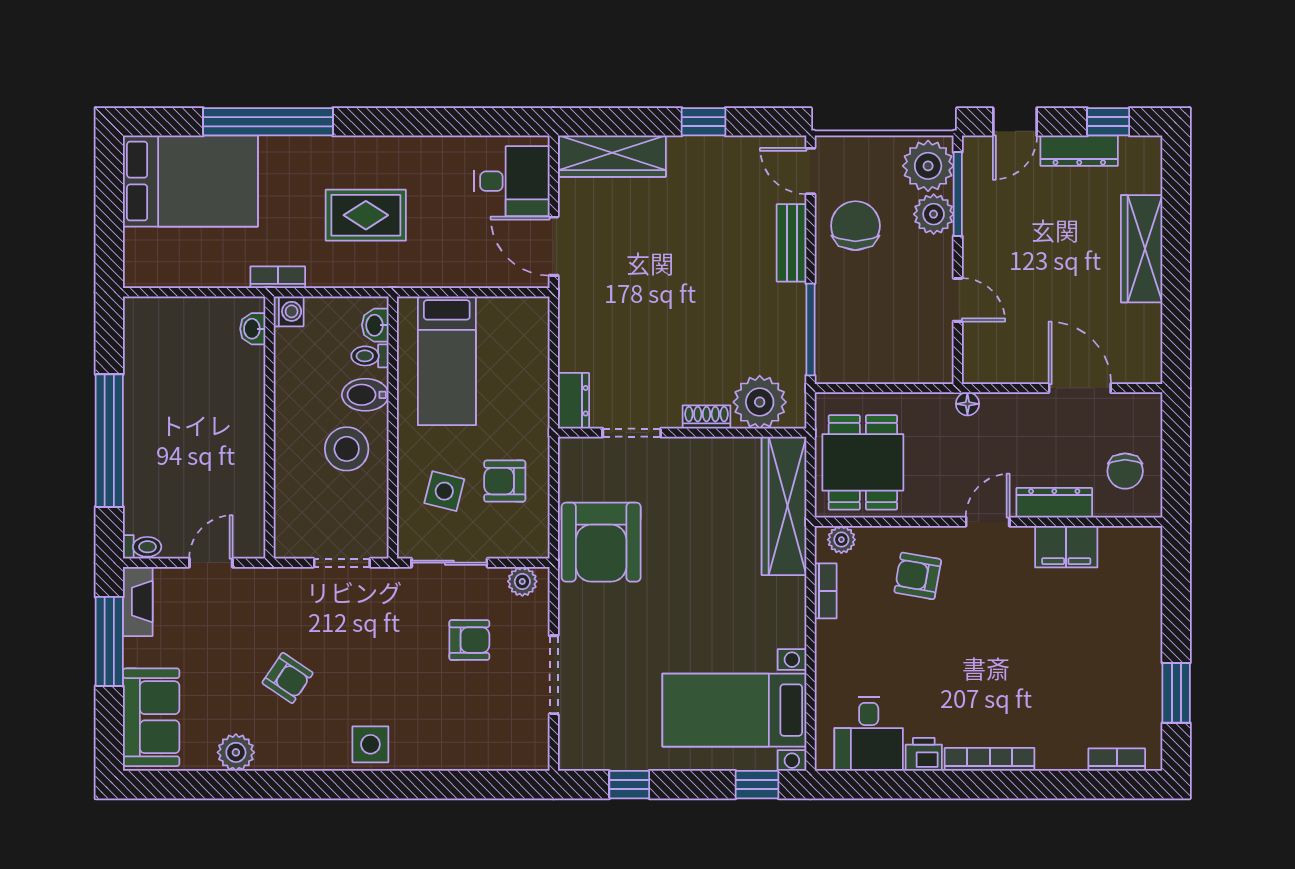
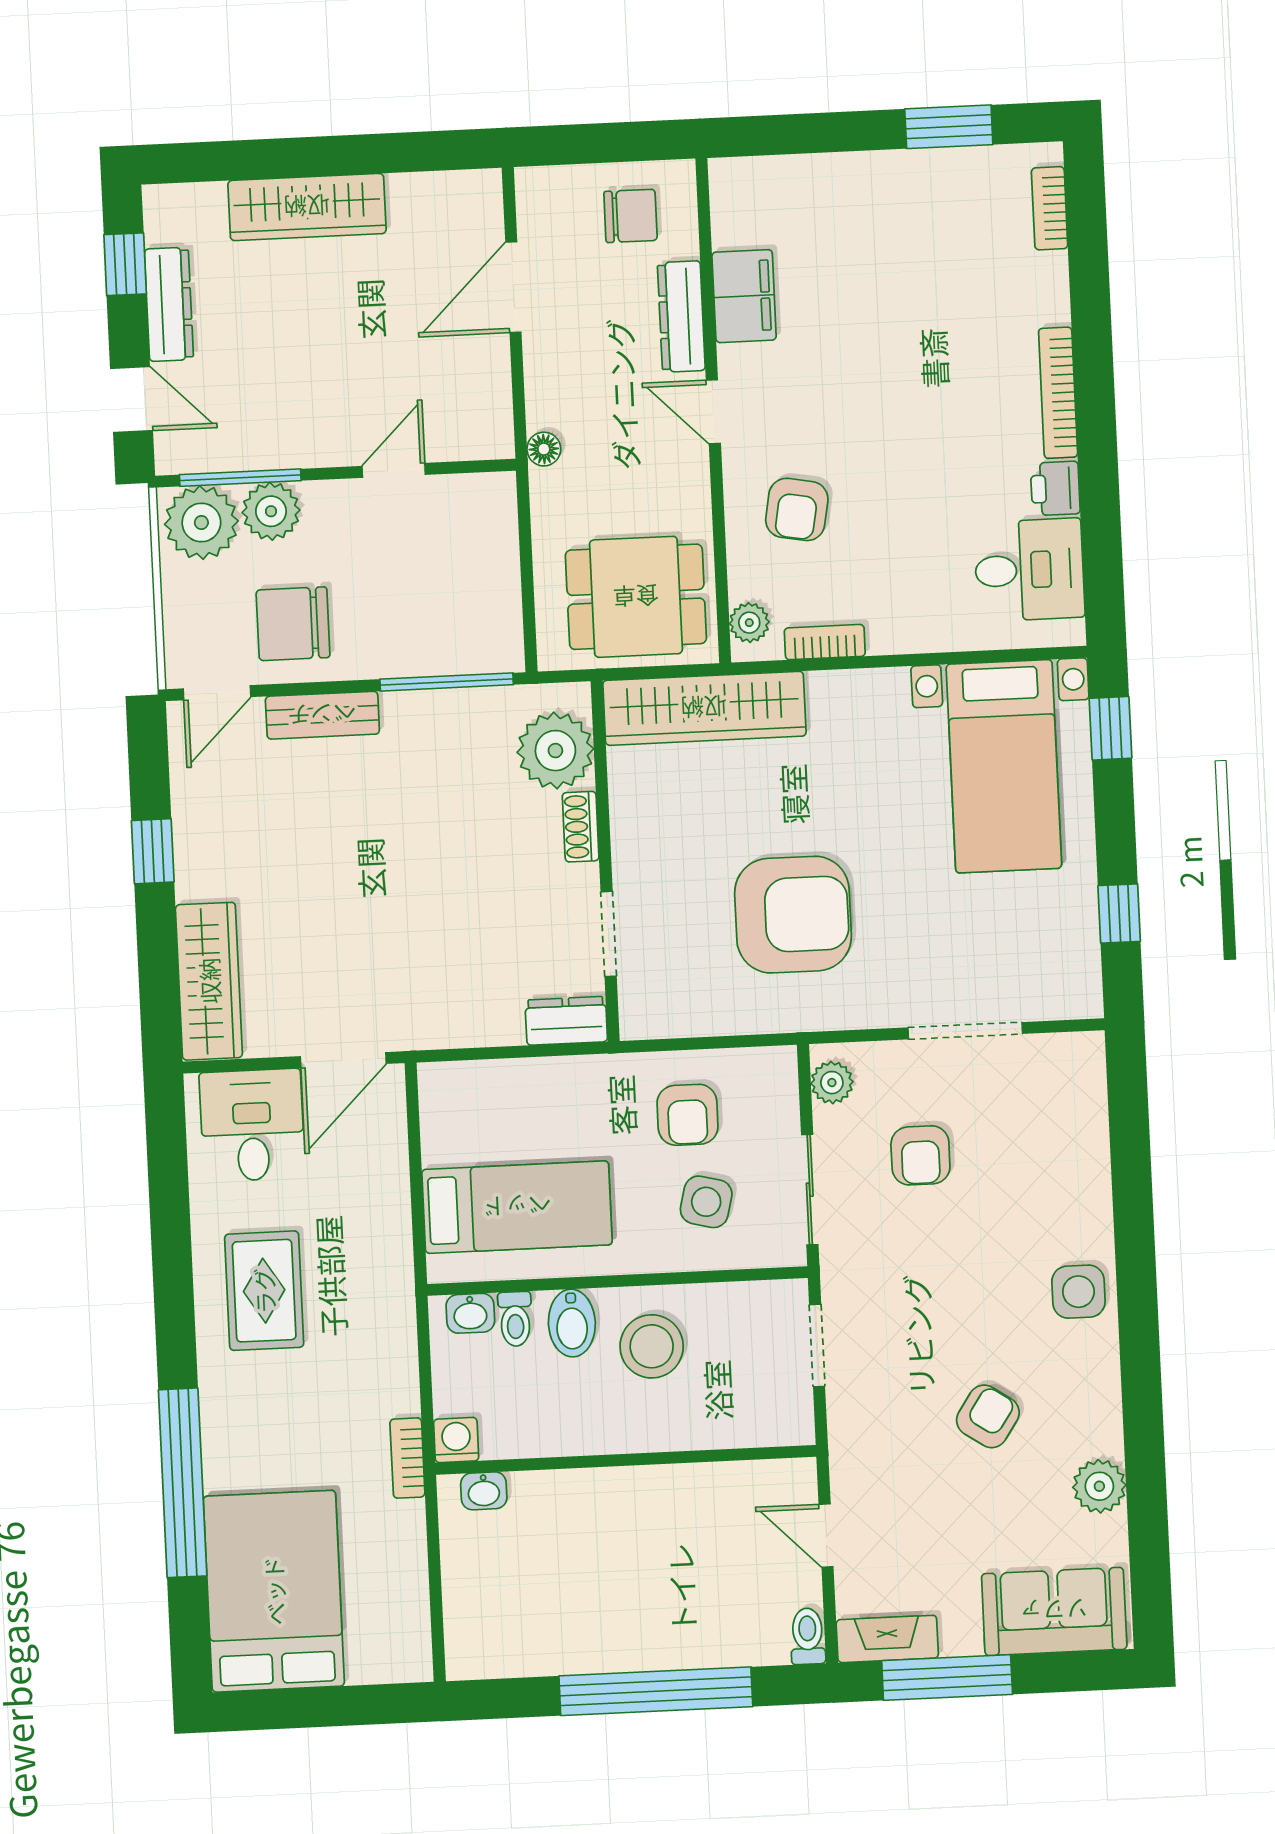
rug: (366, 215) -> (264, 1291), moved
armchair: (601, 542) -> (793, 915), moved
armchair: (469, 640) -> (920, 1155), turned 180

